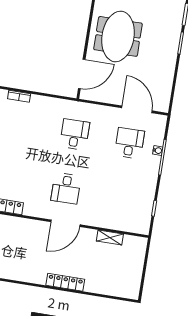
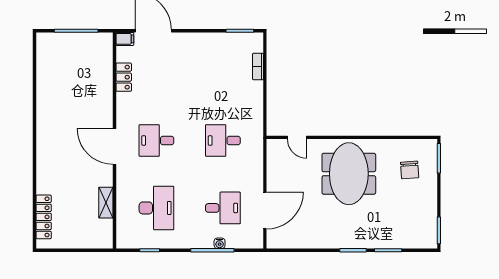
meeting table: (118, 36) -> (349, 174), turned 90
door: (82, 74) -> (297, 137), width x0.53
desk: (75, 134) -> (223, 140), turned 180
desk: (121, 197) -> (156, 208), added
locker: (65, 282) -> (44, 217), moved

